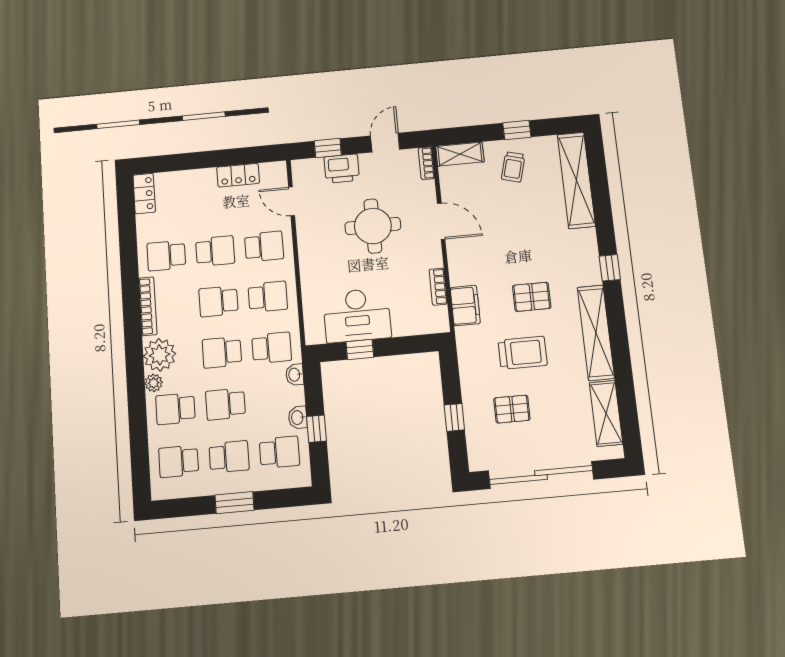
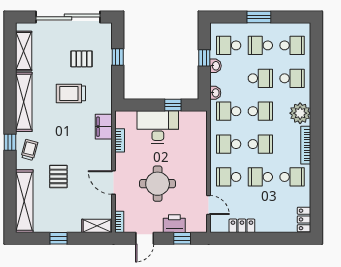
trolley: (513, 167) -> (29, 150), moved
pallet: (532, 297) -> (58, 176), moved, turned 90
desk: (357, 315) -> (158, 127), moved
plant: (154, 383) -> (305, 96), removed

